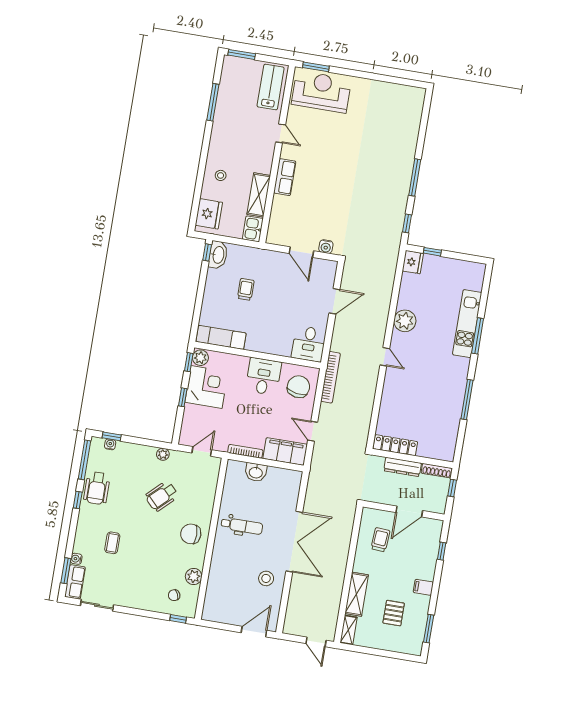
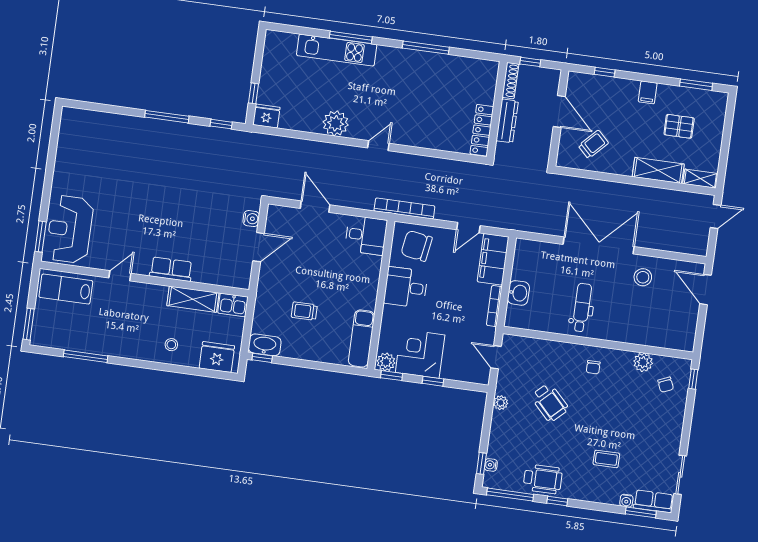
chair: (191, 534) -> (593, 367), width x0.54, depth x0.54
trolley: (380, 540) -> (593, 144), turned 130

